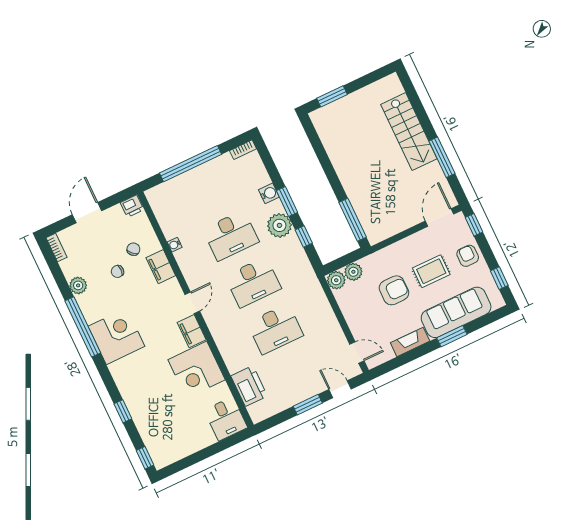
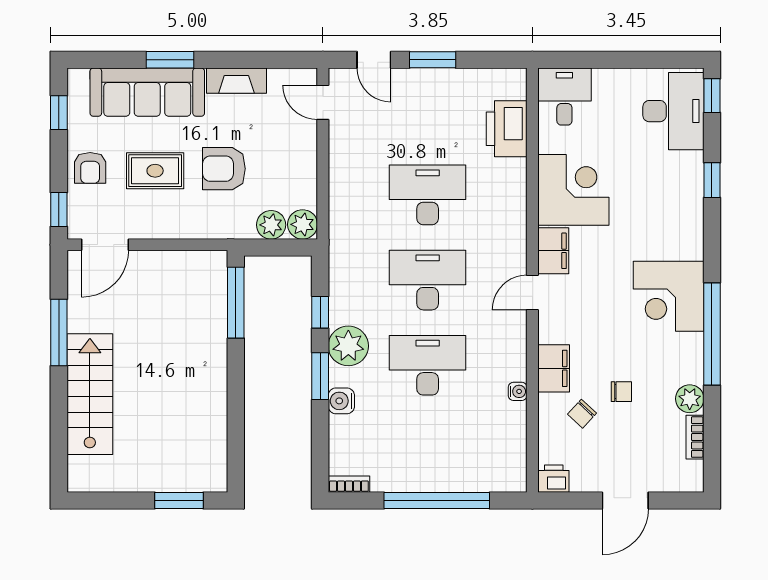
bookcase: (57, 247) -> (695, 437), moved
desk: (162, 439) -> (673, 111), added

